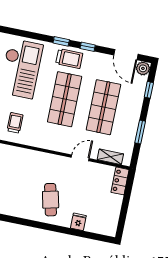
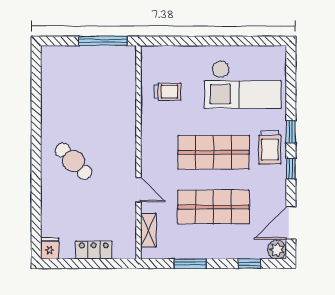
locker: (120, 181) -> (94, 250), moved
cafe table: (51, 200) -> (74, 161), turned 59
fridge: (78, 222) -> (50, 248), moved, turned -90

